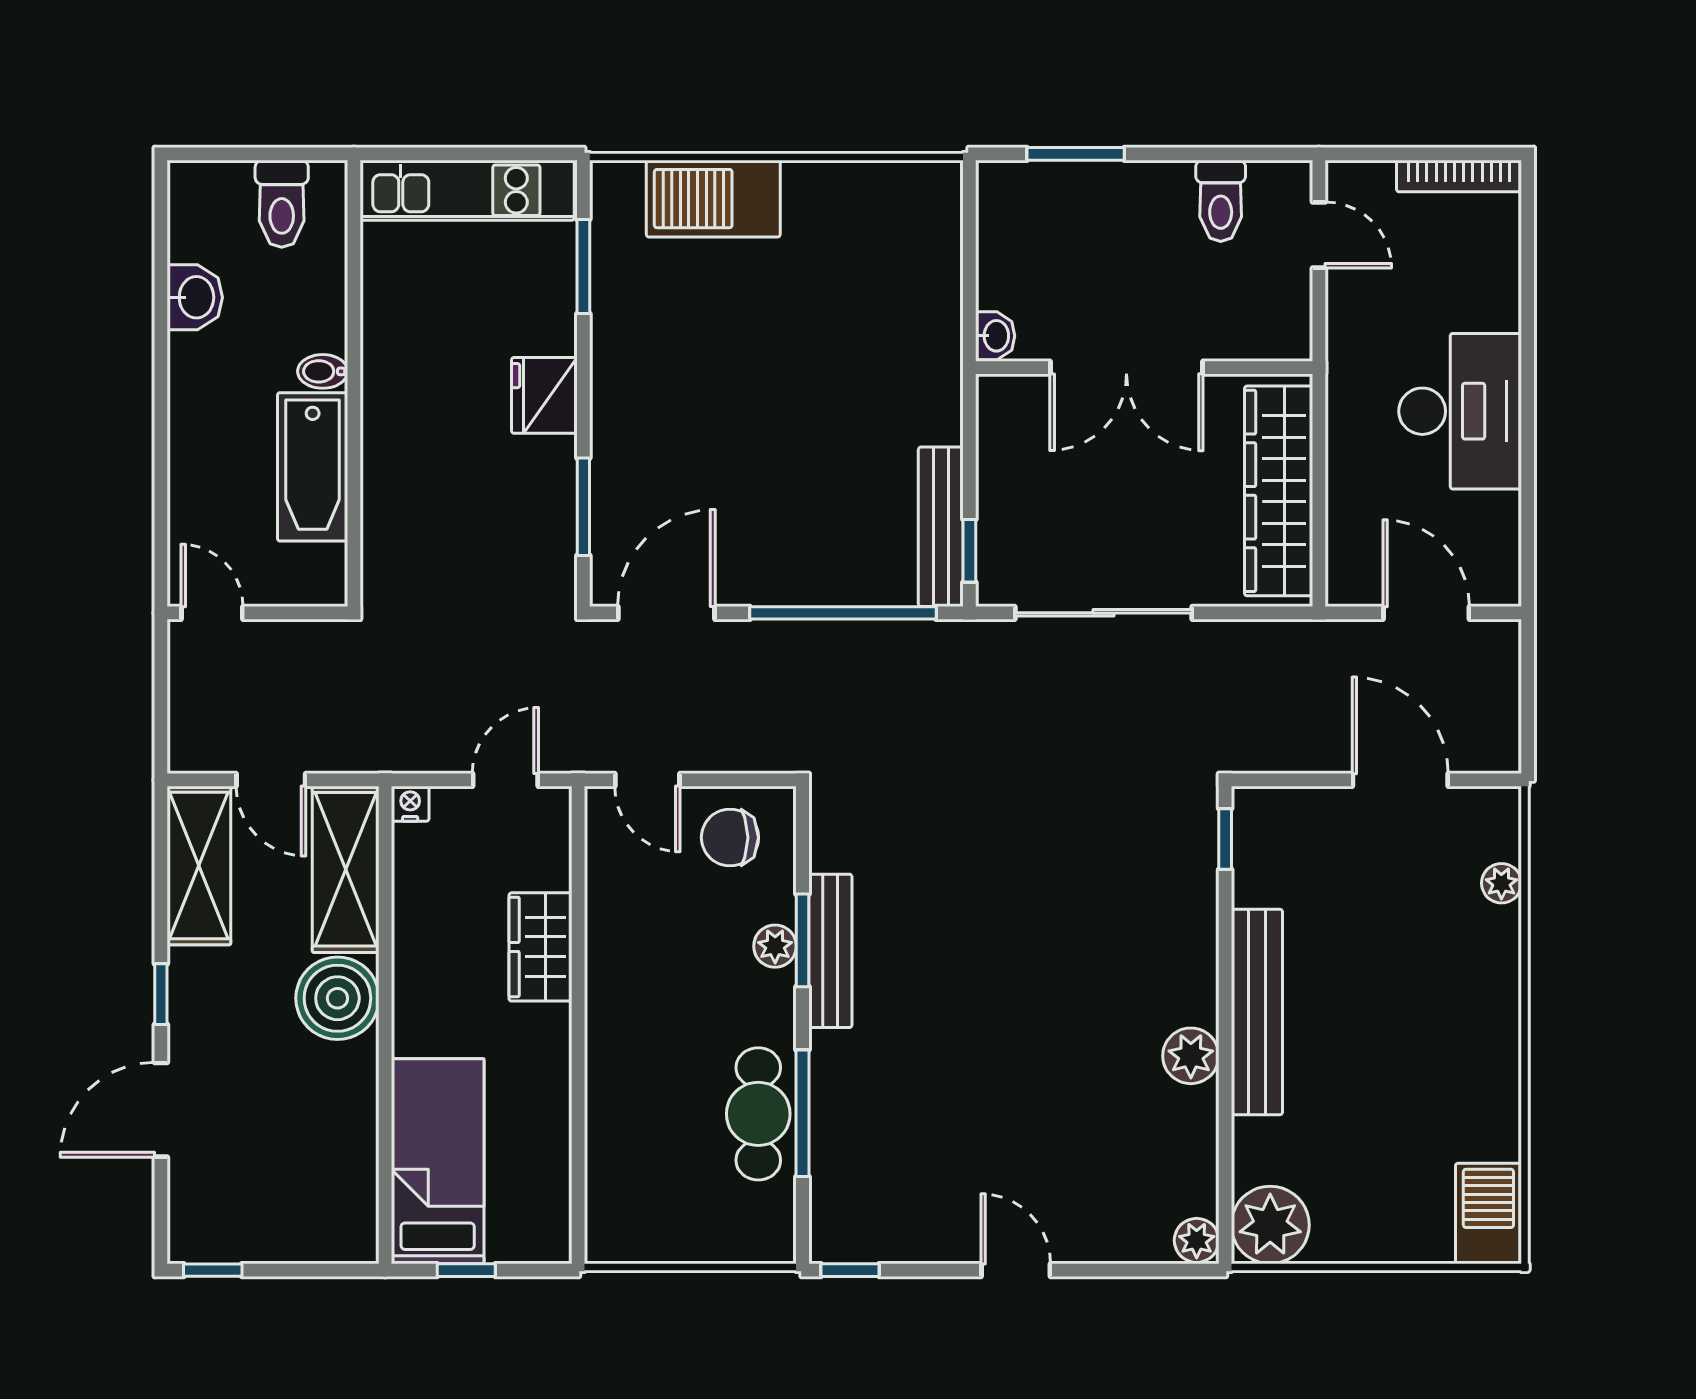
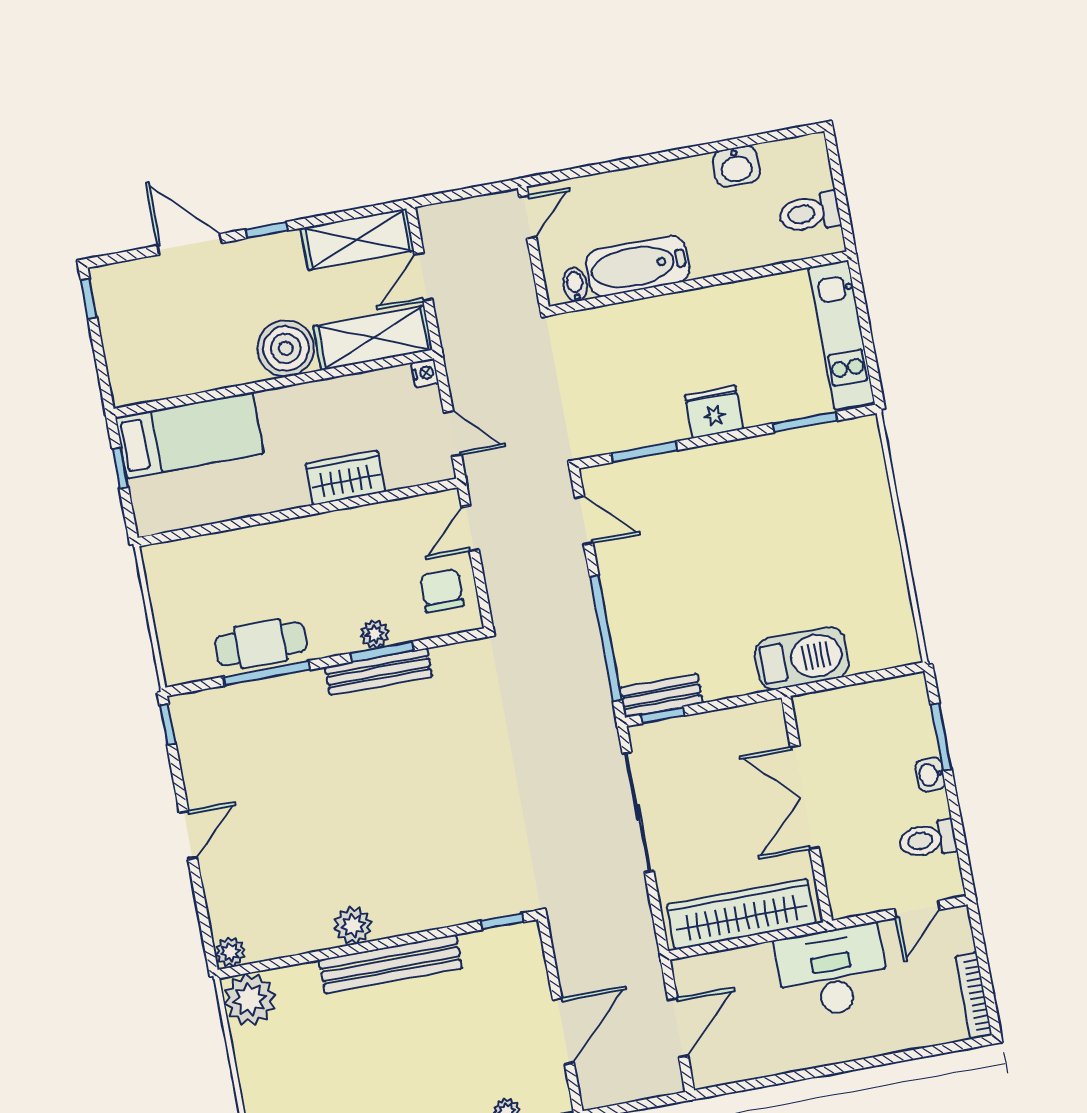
barbecue: (713, 199) -> (802, 658), moved, turned 90
washbasin: (995, 336) -> (930, 775), moved, turned 90
bidet: (323, 371) -> (575, 285), moved
desk: (1460, 411) -> (832, 972), moved, turned 180
bench: (941, 527) -> (661, 696), width x0.73
door: (666, 613) -> (584, 520), width x0.73

